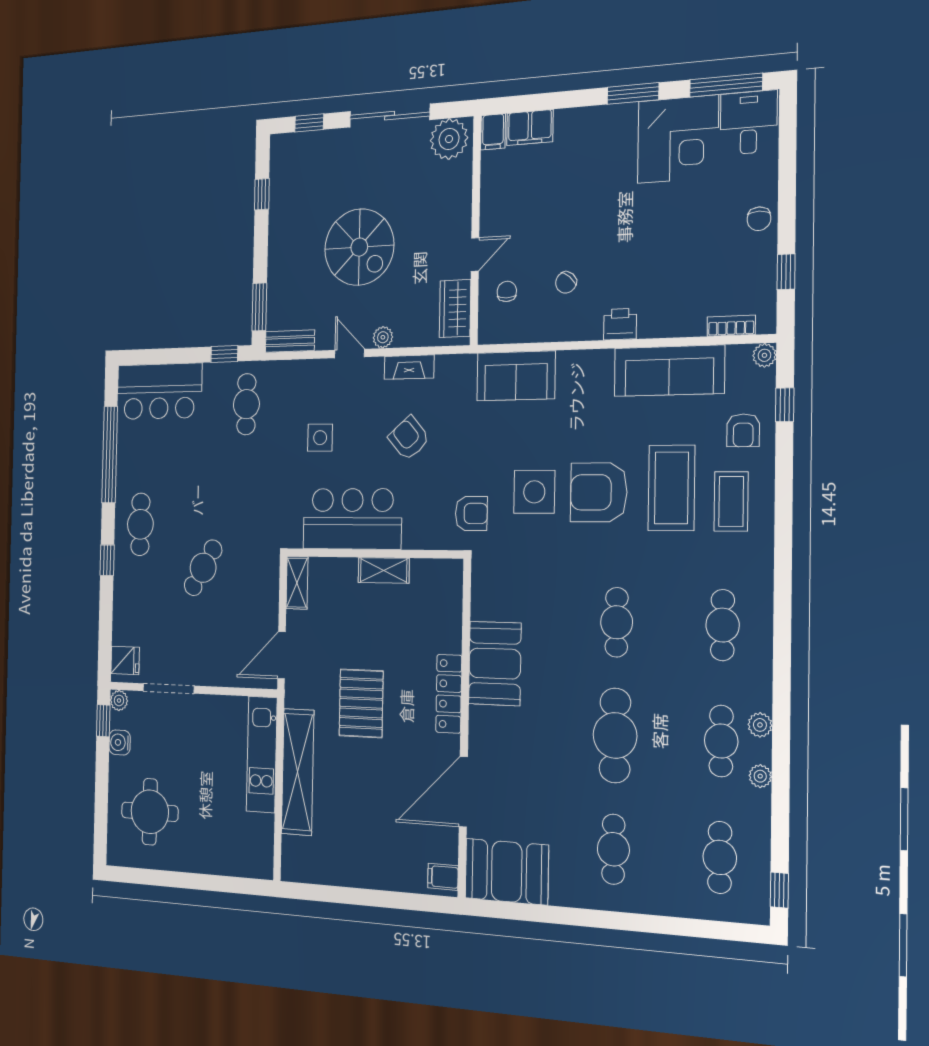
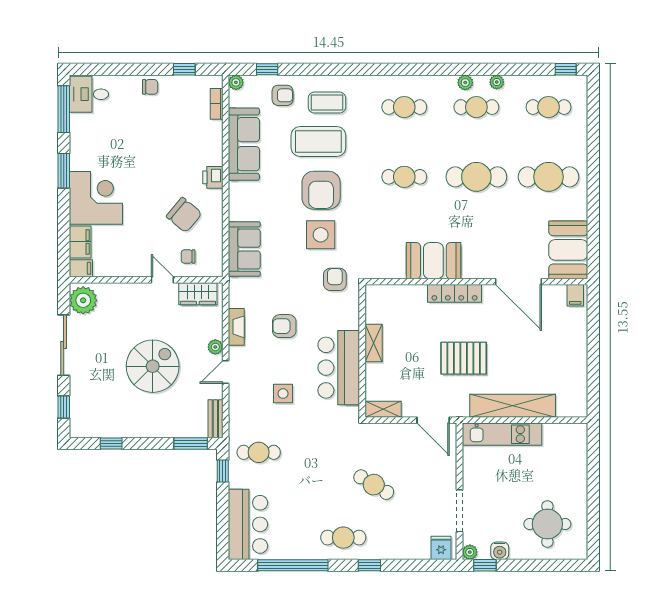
corner desk: (678, 139) -> (96, 198), moved
chair: (566, 282) -> (184, 215), width x1.87, depth x1.87
armchair: (409, 438) -> (284, 326), turned 41
cafe table: (613, 849) -> (549, 177), width x1.37, depth x1.35

